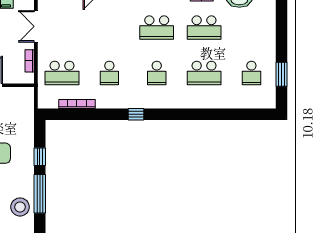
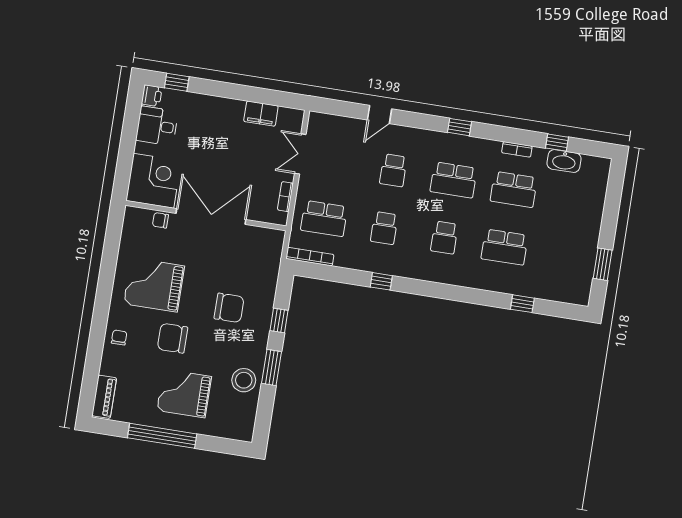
school desk: (251, 73) -> (393, 170), moved
bookcase: (77, 104) -> (310, 257), moved
window: (136, 114) -> (381, 281), moved
window: (225, 114) -> (522, 304), added
window: (40, 194) -> (272, 367), width x0.69

